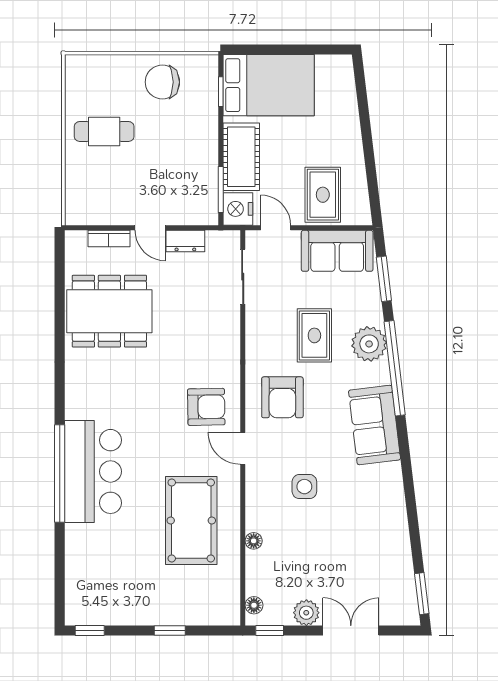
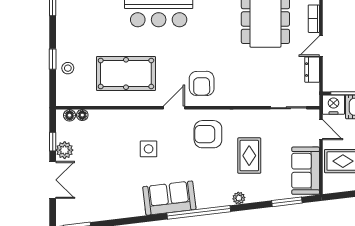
door: (276, 228) -> (321, 130), hinge flipped
rug: (314, 335) -> (249, 156), turned 90
plant: (369, 344) -> (239, 198), width x0.53, depth x0.53
window: (395, 368) -> (199, 212), moved
sofa: (375, 425) -> (169, 198), moved
floor lamp: (254, 541) -> (82, 115), moved
stool: (183, 608) -> (68, 68), added
window: (270, 631) -> (53, 142), moved

